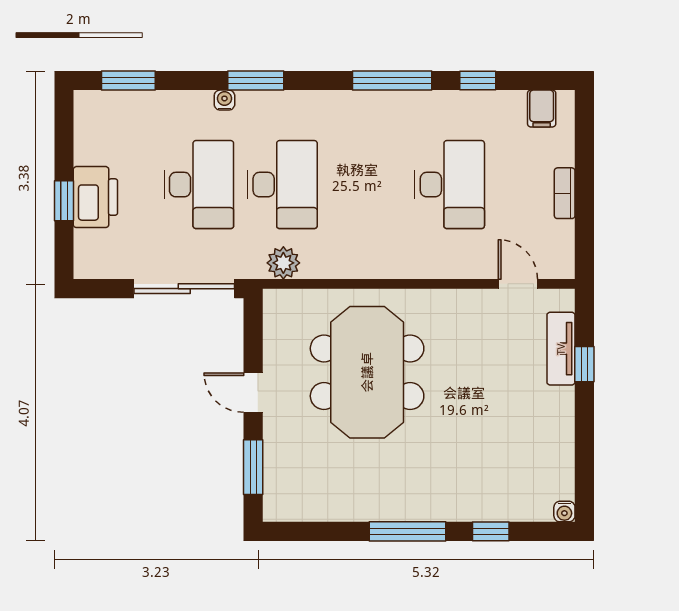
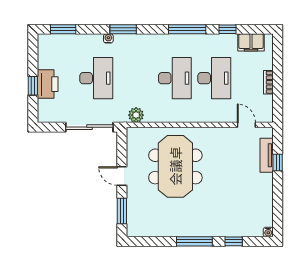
filing cabinet: (542, 108) -> (251, 42), width x2.00
desk: (282, 185) -> (175, 78), moved

